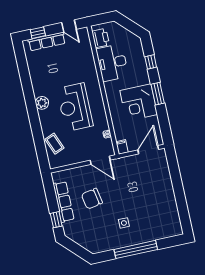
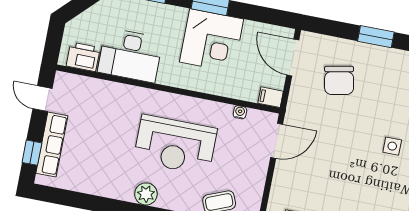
door: (69, 26) -> (42, 99), swing flipped
window: (178, 189) -> (376, 37), added
chair: (92, 199) -> (339, 80), moved

